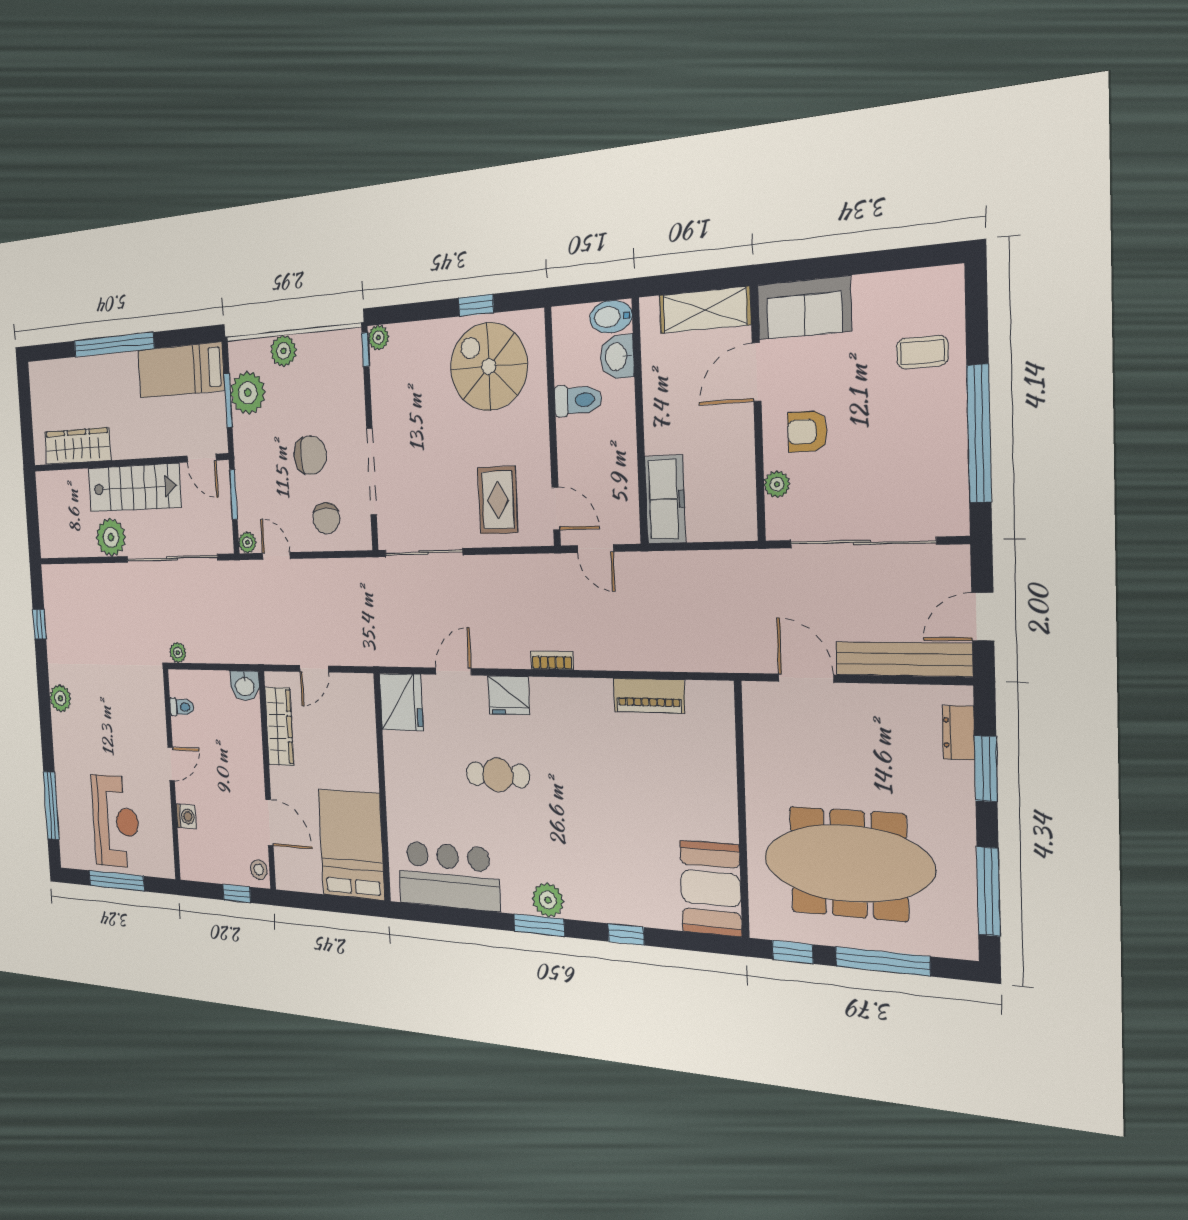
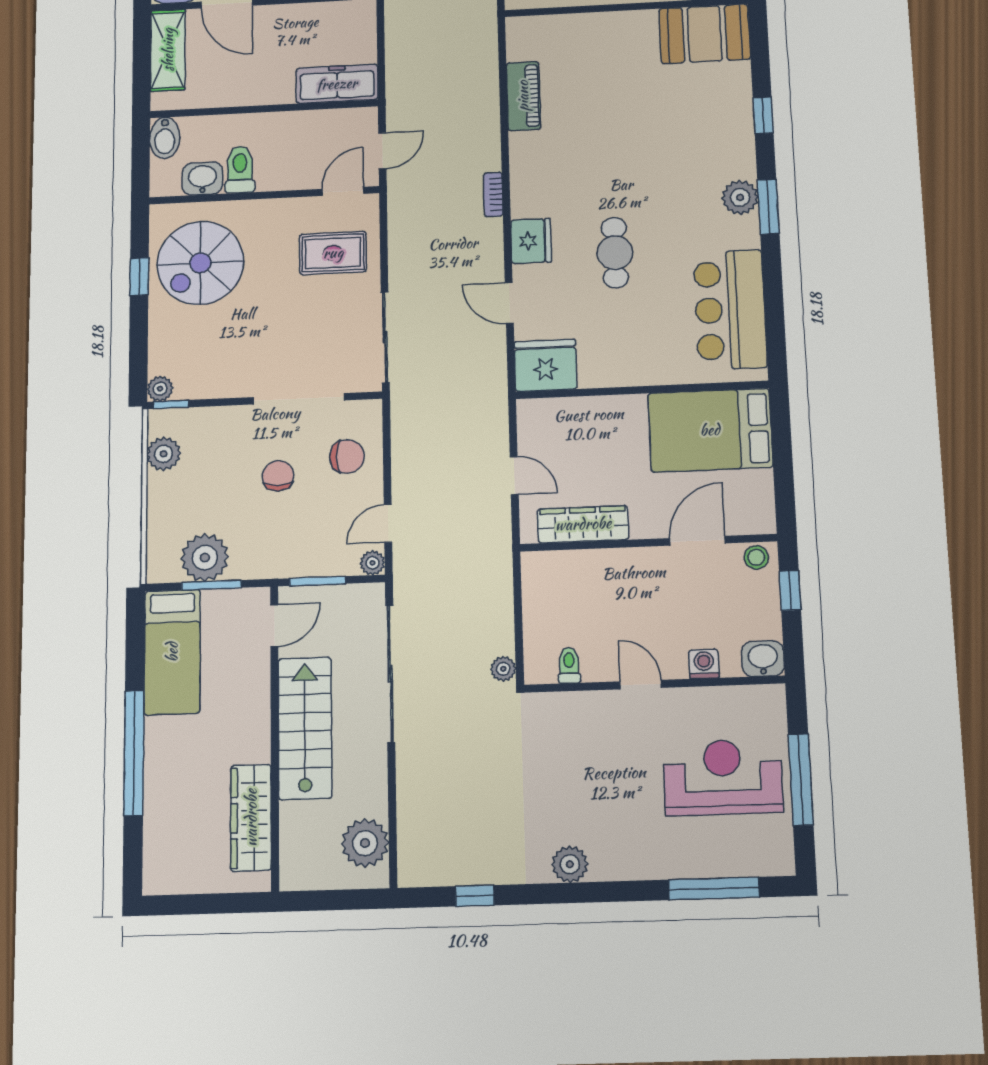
plant: (283, 351) -> (164, 454), moved
washbasin: (617, 357) -> (202, 178), moved, turned 180
chair: (310, 455) -> (278, 476), width x0.73, depth x0.73
plant: (111, 537) -> (365, 843), moved
washbasin: (245, 686) -> (763, 659), moved, turned -90

